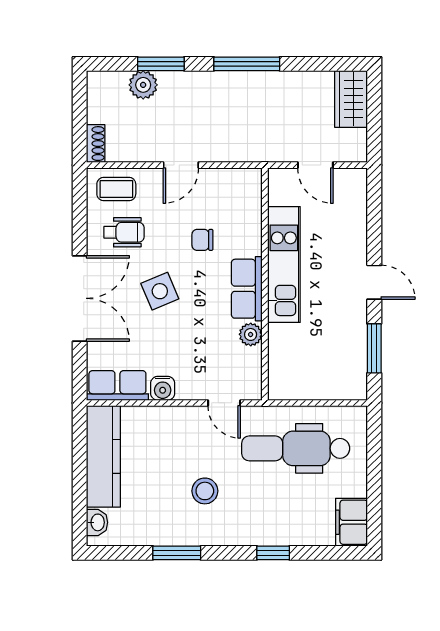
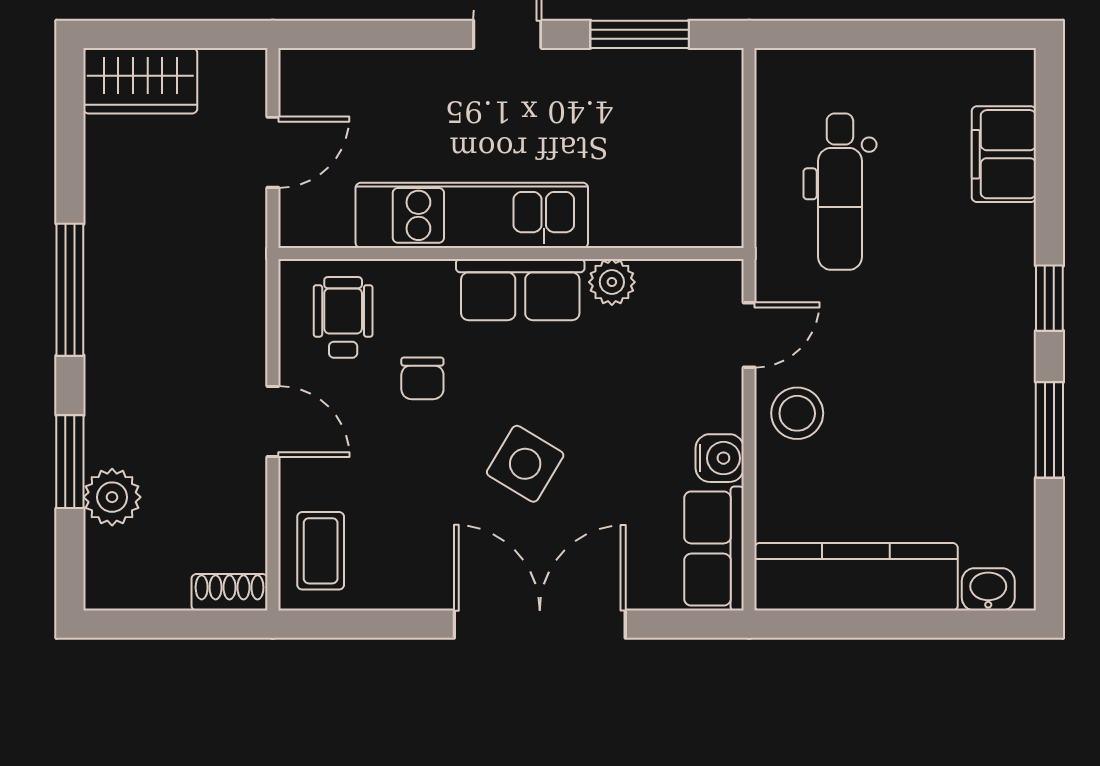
wheelchair: (124, 232) -> (343, 317), moved
side table: (160, 291) -> (525, 464), turned -36
dental chair: (296, 448) -> (840, 192), width x0.73, depth x0.72
stool: (205, 491) -> (797, 413), moved
filing cabinet: (352, 522) -> (1004, 154), moved, turned 90
window: (273, 553) -> (1049, 298), moved

